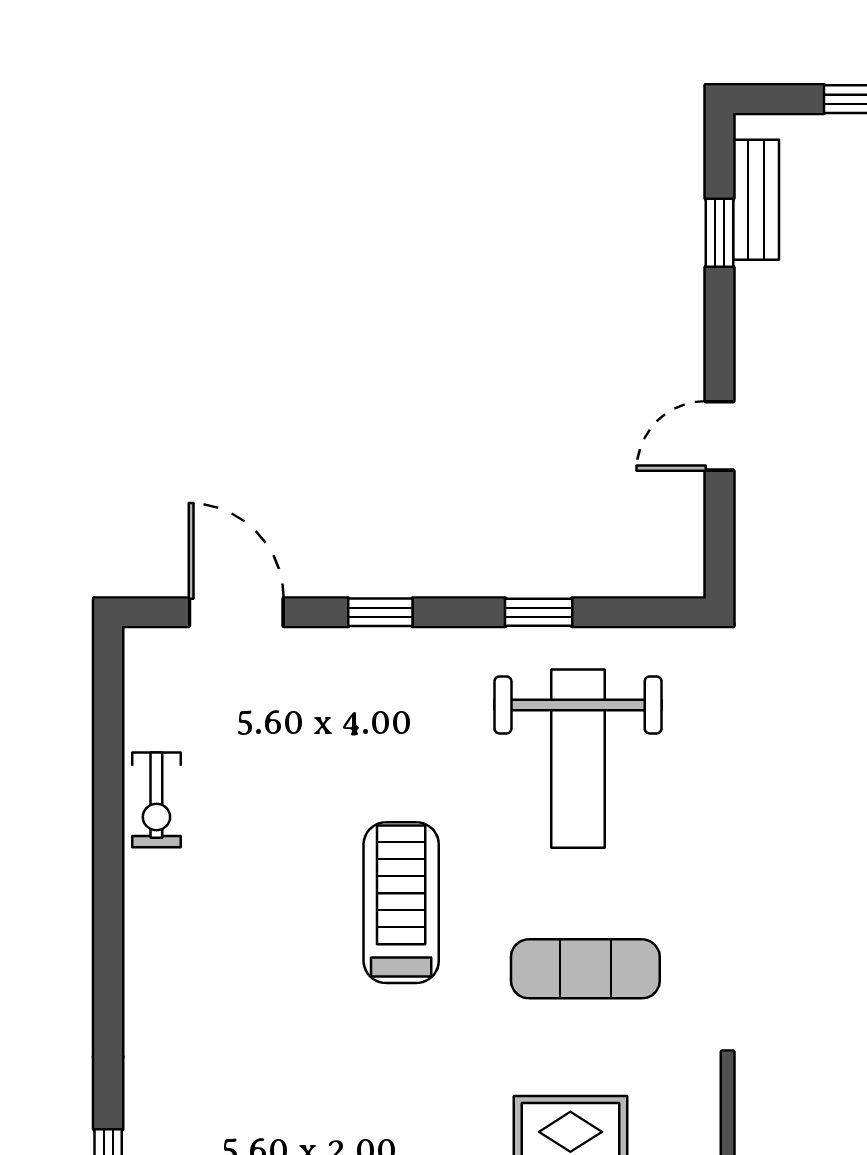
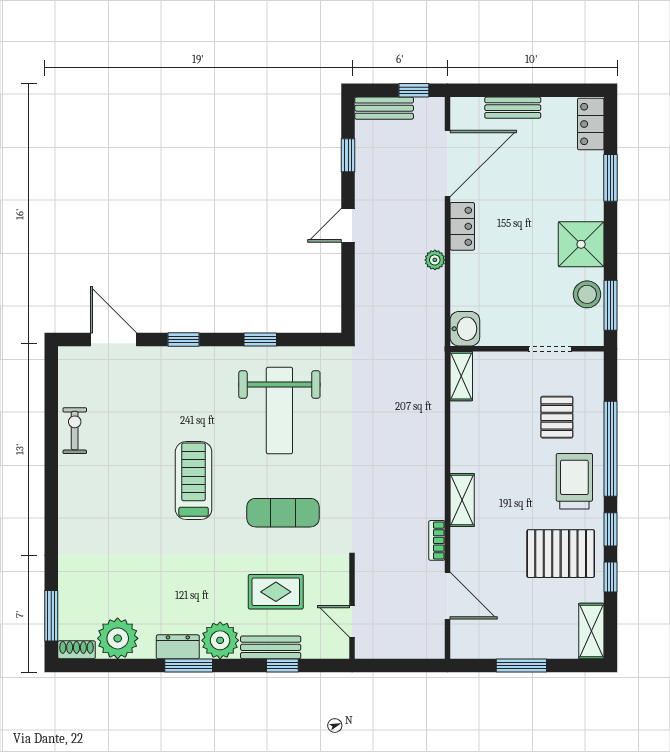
bench: (756, 200) -> (384, 108), moved, turned 90
door: (719, 436) -> (348, 225), moved
exercise bike: (156, 800) -> (75, 431), turned 180

